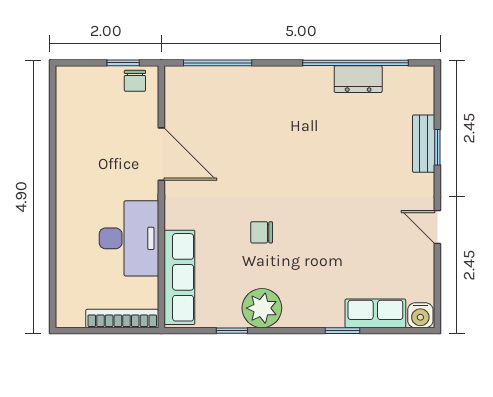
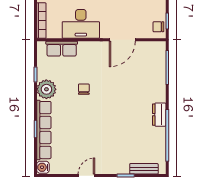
dresser: (358, 79) -> (159, 115), moved
bench: (424, 144) -> (144, 169), moved
row of seats: (179, 277) -> (62, 49), width x0.68
row of seats: (375, 313) -> (44, 130), width x2.02

